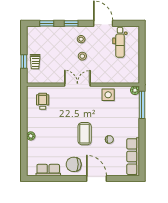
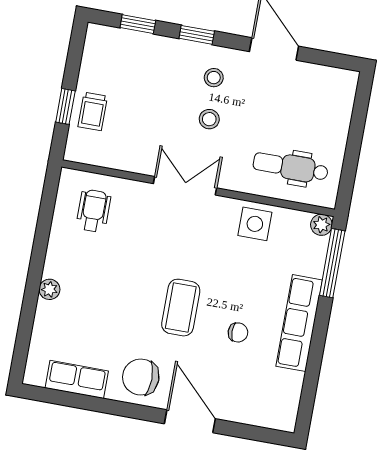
dental chair: (120, 42) -> (291, 167), moved, turned 90
row of seats: (133, 157) -> (299, 323), moved

